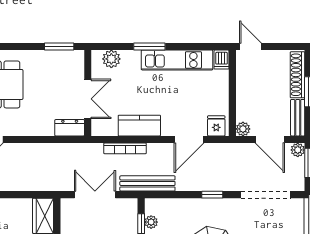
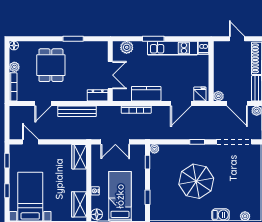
window: (59, 46) -> (73, 39), moved
door: (250, 46) -> (237, 39), moved
bench: (147, 183) -> (77, 111), moved
double door: (95, 195) -> (115, 142), swing flipped
plant: (151, 222) -> (154, 149), moved

